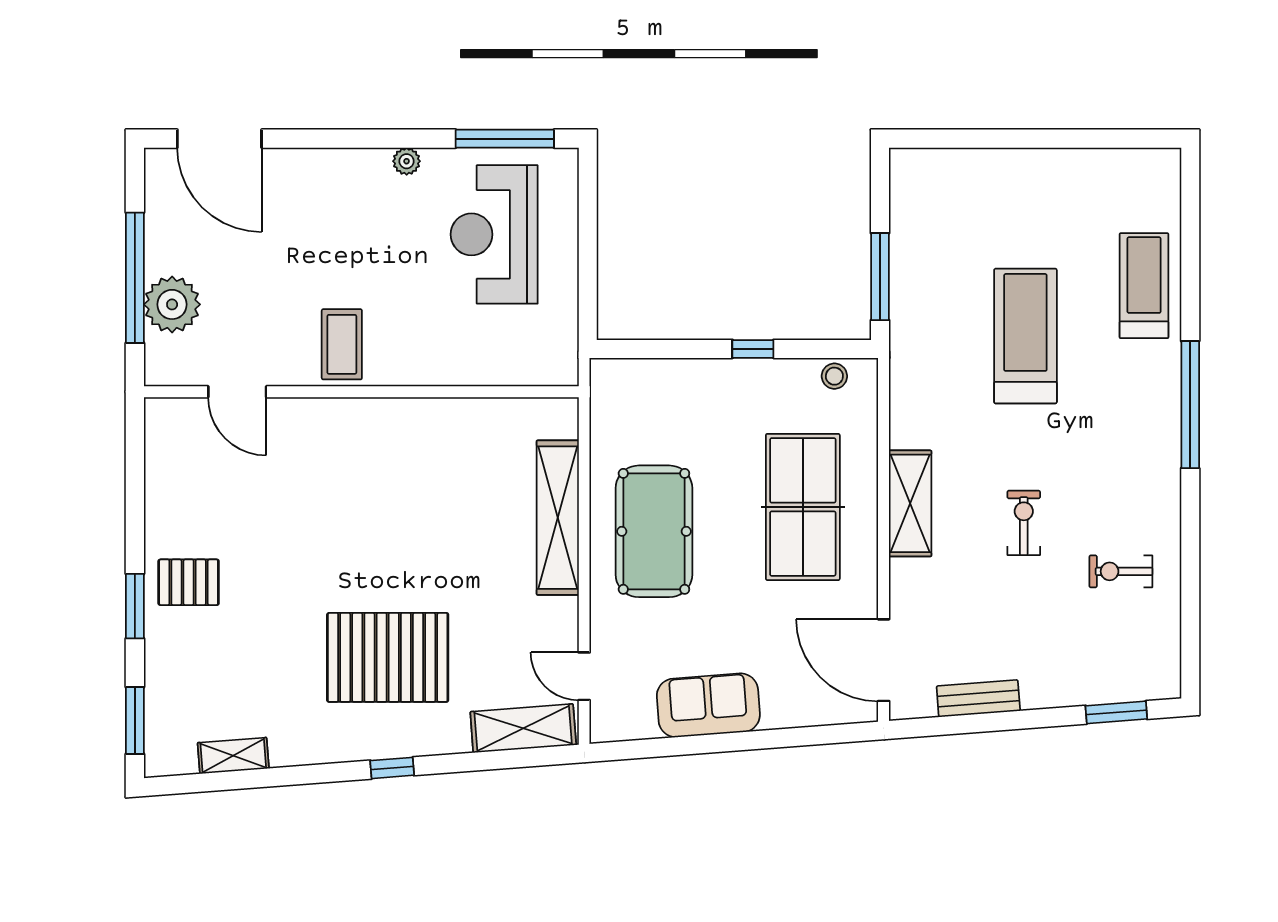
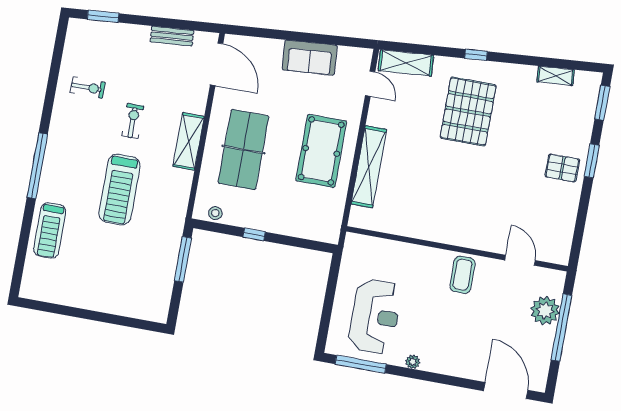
treadmill: (1025, 336) -> (119, 190), moved
exercise bike: (1024, 523) -> (133, 121), turned 180
pallet: (388, 657) -> (468, 111), turned 90

